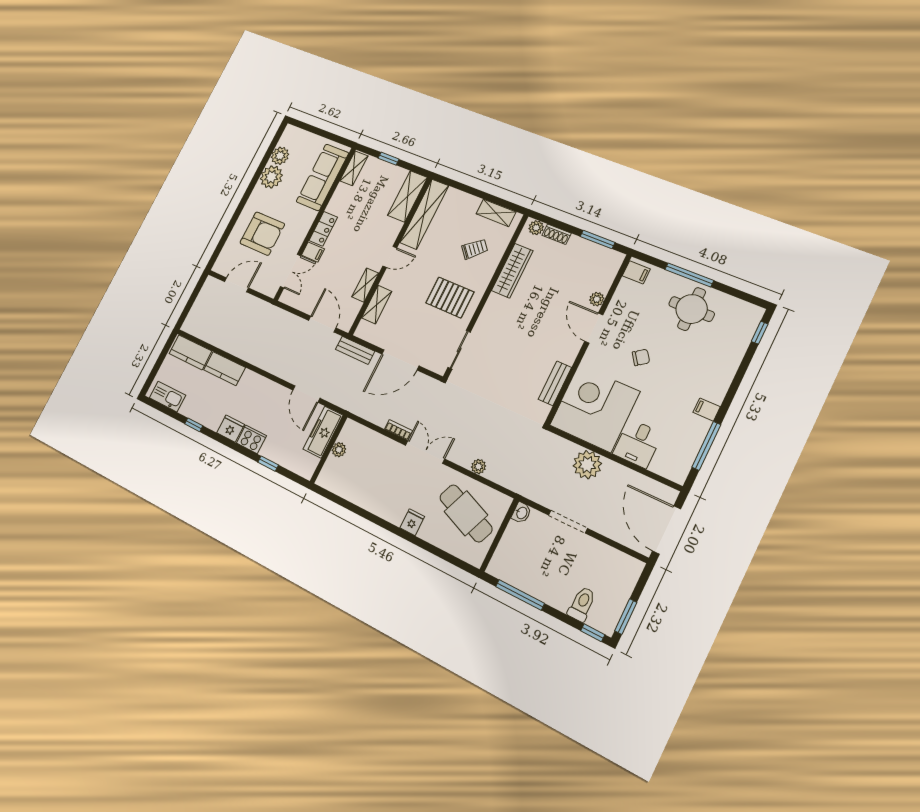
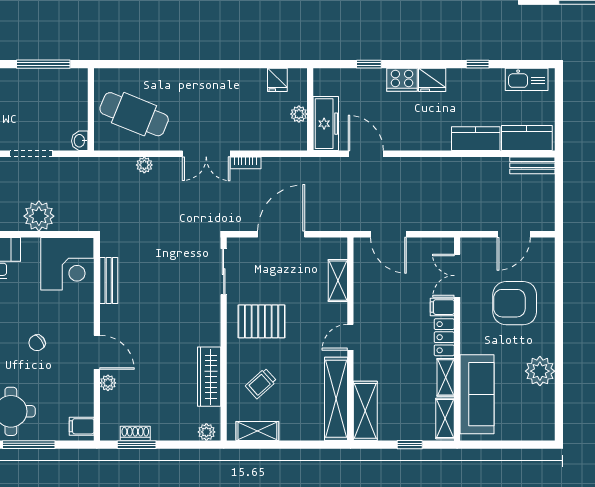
plant: (280, 156) -> (543, 399), removed
shoe rack: (557, 234) -> (135, 433), moved
shelving: (365, 285) -> (446, 377), moved
bench: (355, 350) -> (532, 165), moved
corner desk: (595, 408) -> (67, 264), width x0.74, depth x0.74
fridge: (412, 522) -> (277, 80), moved

